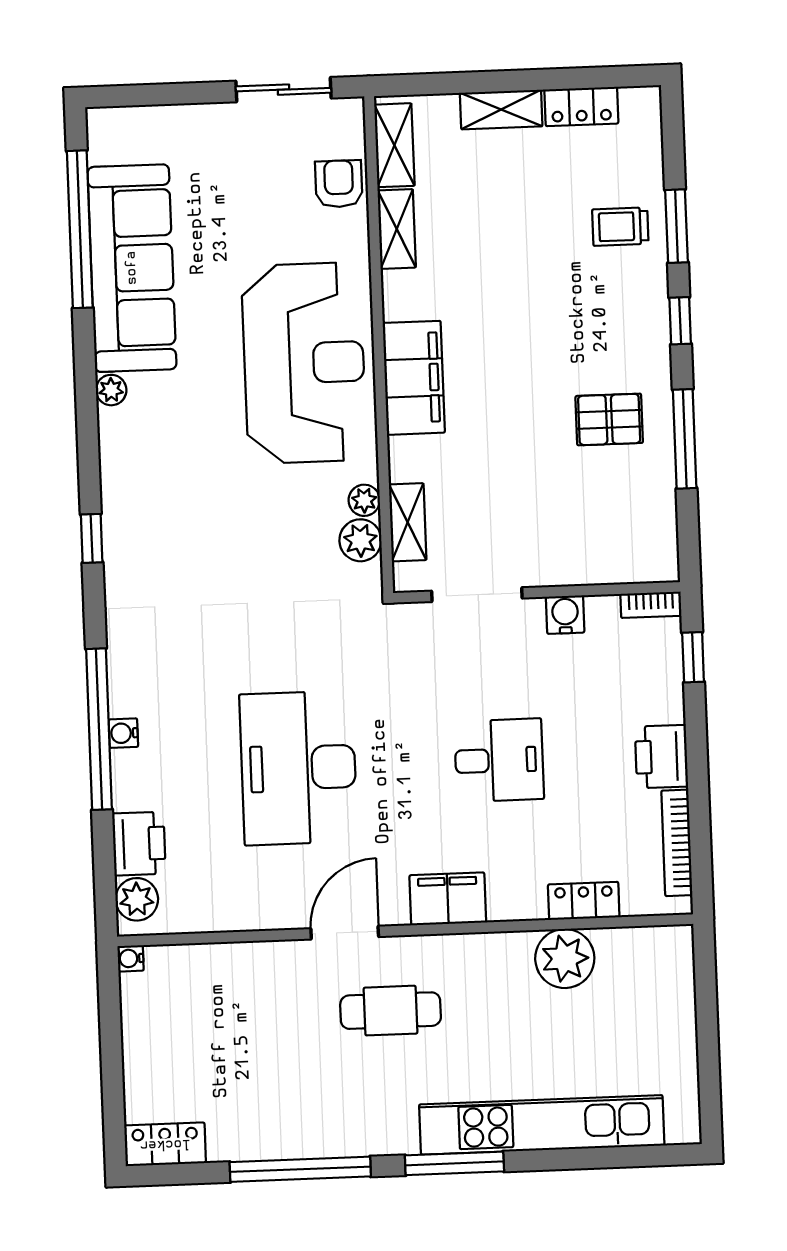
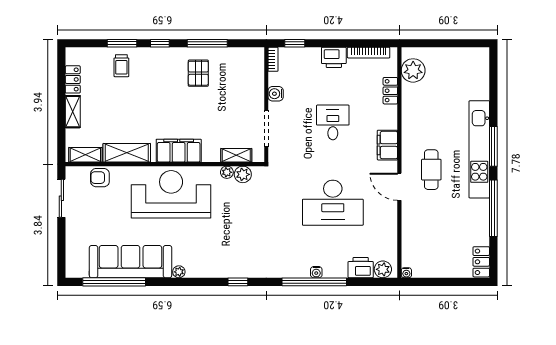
shelving: (397, 229) -> (127, 153), width x1.50, depth x1.33
plant: (565, 958) -> (413, 70), moved
kitchen unit: (542, 1125) -> (479, 149), moved

